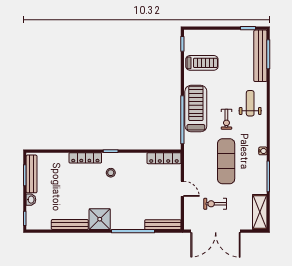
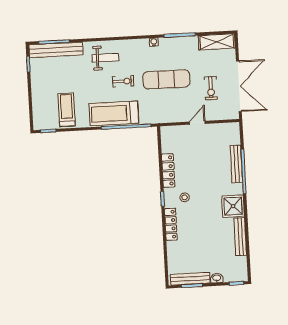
weight bench: (250, 103) -> (105, 58), turned 180
locker: (164, 158) -> (168, 171), moved
bench: (163, 225) -> (236, 164), moved

